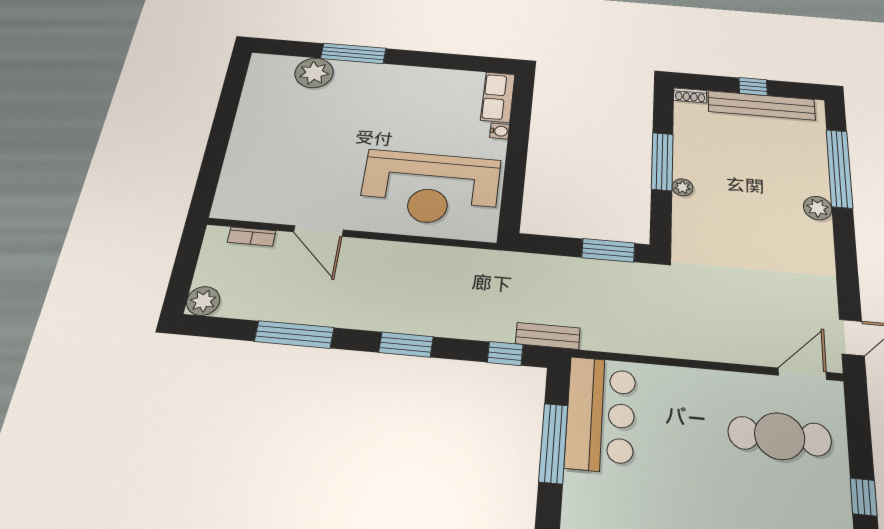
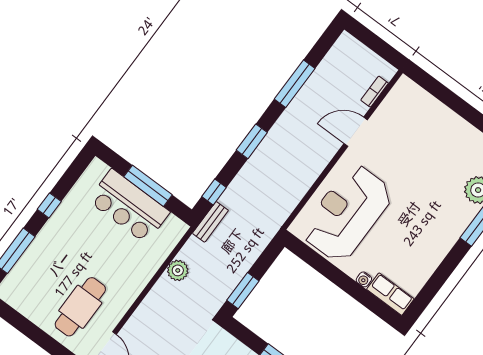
plant: (203, 301) -> (178, 270), moved
bar counter: (601, 414) -> (129, 206), moved
window: (864, 497) -> (24, 326), removed

